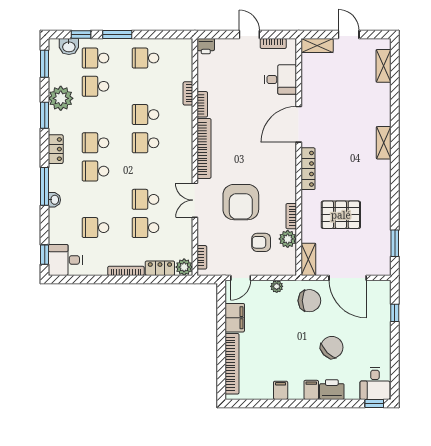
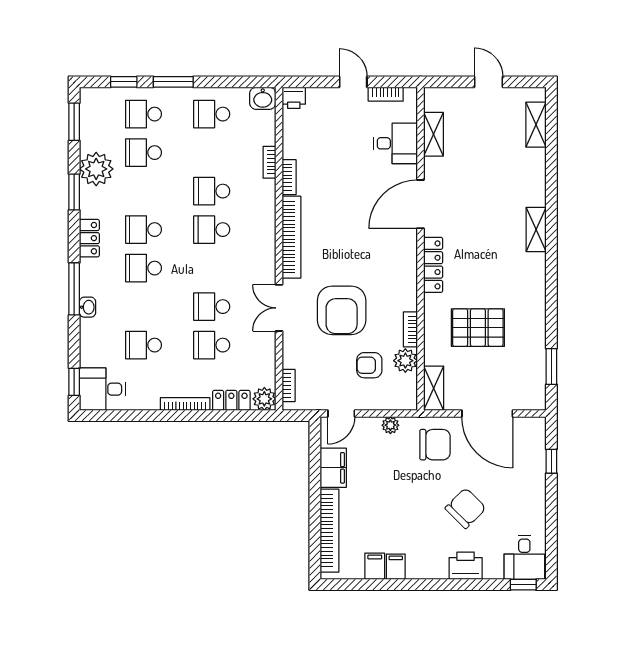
washbasin: (69, 46) -> (263, 98), moved
shelving: (317, 46) -> (433, 134), moved, turned 90
filing cabinet: (311, 390) -> (375, 566), moved

